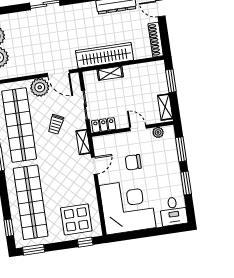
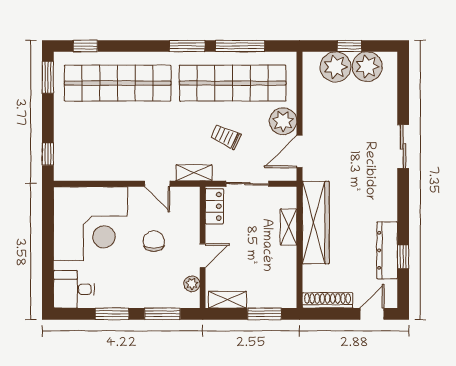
display table: (76, 219) -> (83, 146), removed

